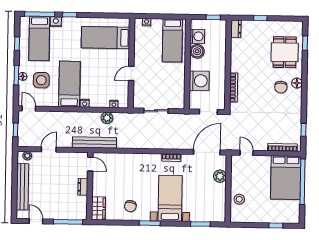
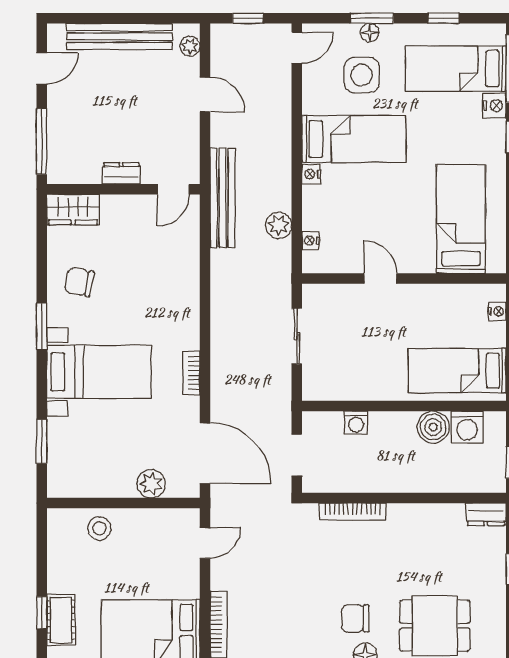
washing machine: (199, 81) -> (356, 423), width x0.53, depth x0.53
cot: (279, 217) -> (61, 620), added

